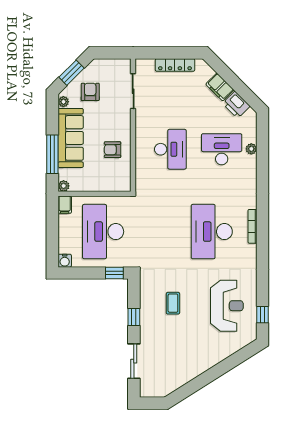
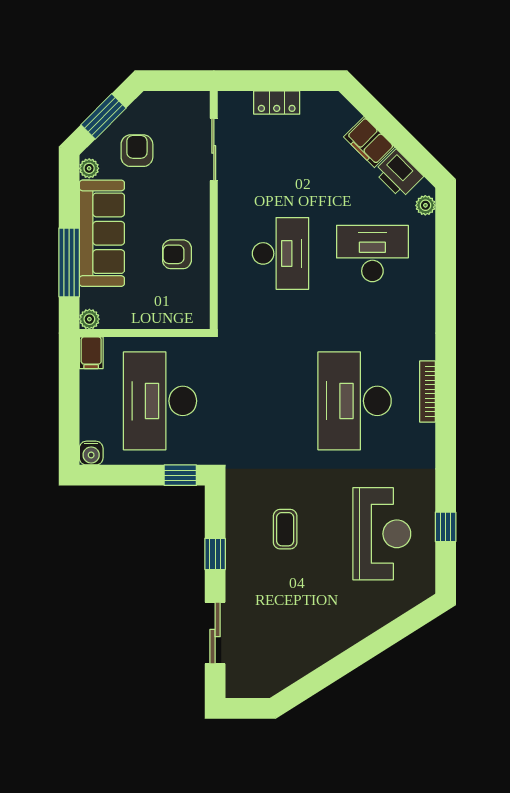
locker: (175, 65) -> (277, 103), width x0.66
plant: (251, 149) -> (425, 205), moved
window: (263, 315) -> (446, 527), moved

